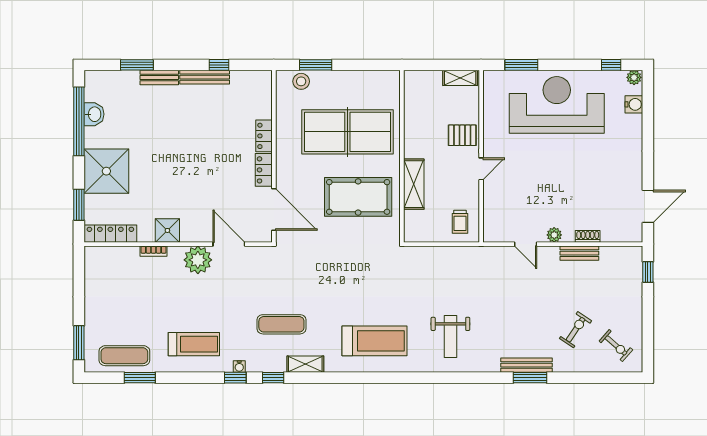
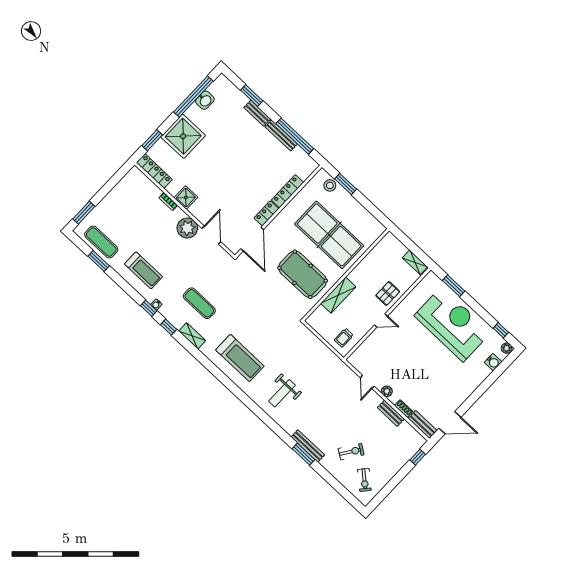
window: (219, 65) -> (295, 136), width x3.17
pallet: (462, 135) -> (388, 294), turned 90
locker: (264, 136) -> (288, 191), width x1.53
bench: (622, 234) -> (423, 425), added

